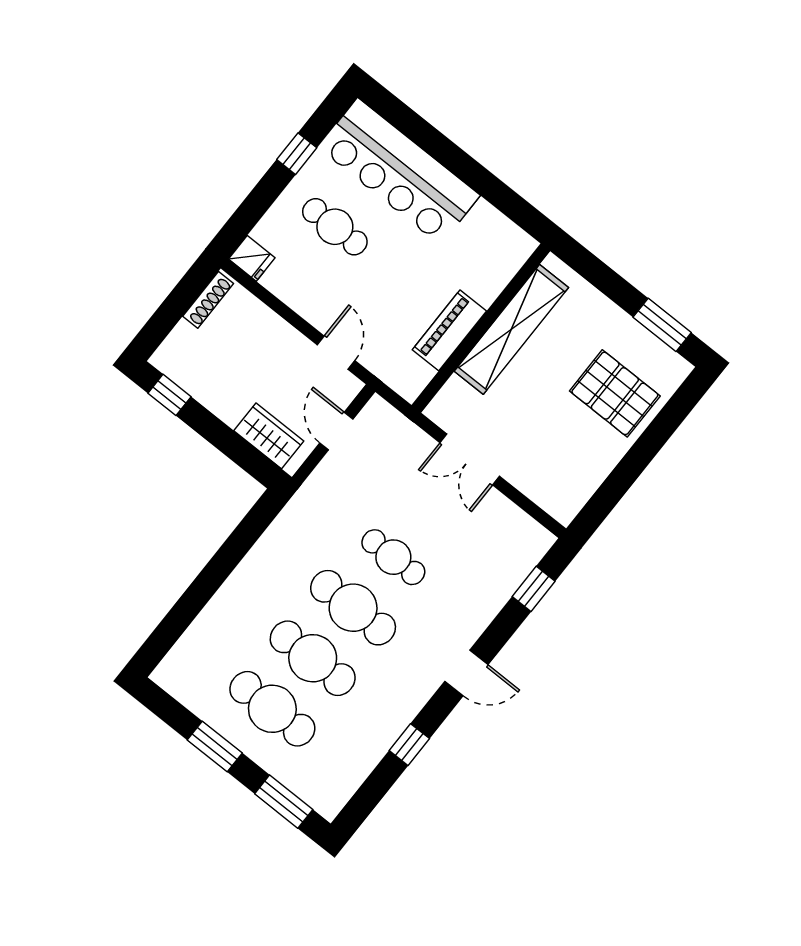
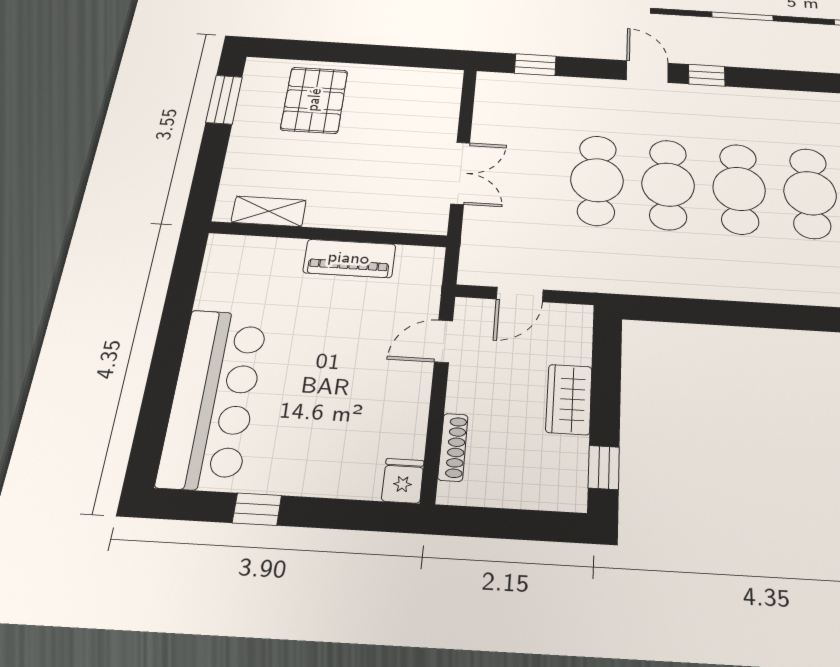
cafe table: (335, 227) -> (314, 422), removed
shoe rack: (208, 300) -> (453, 447), moved, turned 90
shelving: (511, 329) -> (269, 211), width x0.45, depth x0.75
wardrobe: (269, 436) -> (569, 399), moved
cafe table: (393, 557) -> (597, 180), width x1.37, depth x1.35
window: (409, 745) -> (707, 75), moved

